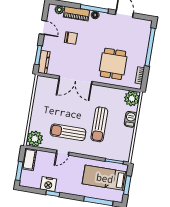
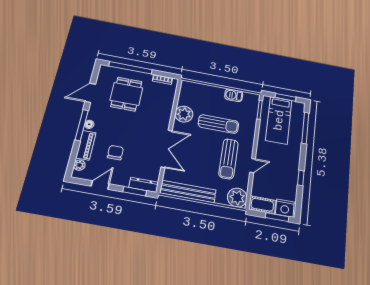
dining table: (113, 64) -> (126, 94), moved, turned 90
bench: (39, 98) -> (188, 192), added
plant: (132, 98) -> (184, 114), moved
barbecue: (131, 119) -> (234, 95), moved
door: (63, 153) -> (253, 166), hinge flipped
nightstand: (48, 184) -> (285, 208), moved, turned 90

